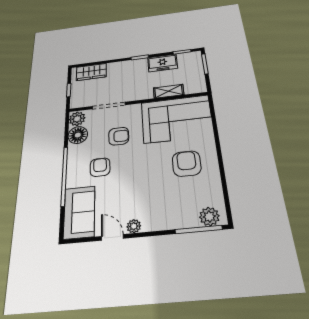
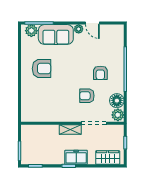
freezer: (162, 63) -> (76, 157), moved
shelving: (169, 91) -> (70, 130), moved
corner sofa: (177, 119) -> (45, 105), removed
armchair: (187, 164) -> (42, 69), turned -90
sofa: (79, 212) -> (56, 34), moved, turned -90

